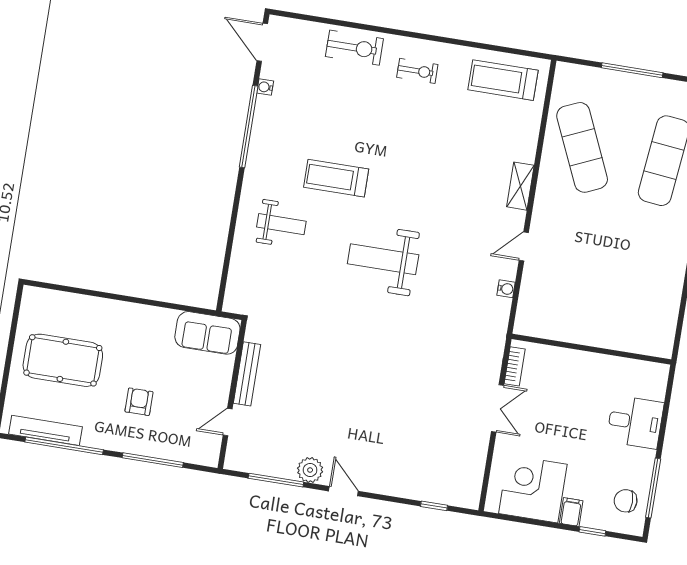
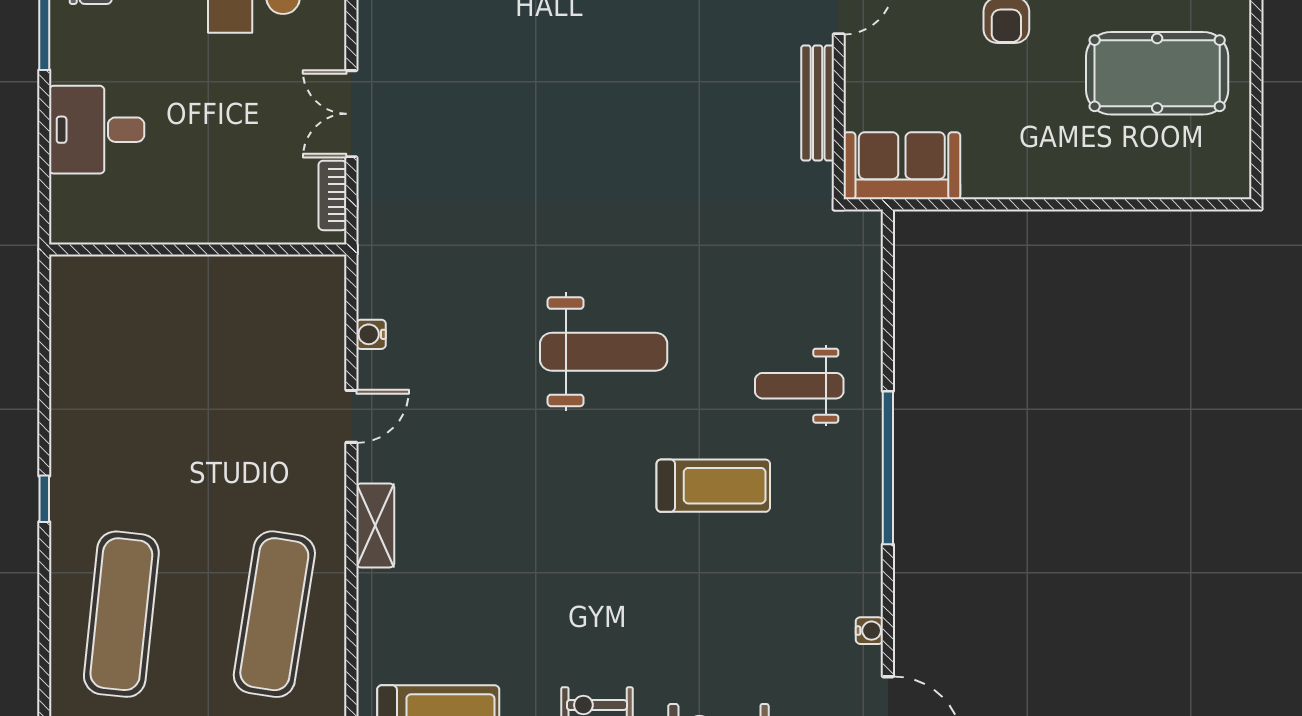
window: (249, 127) -> (888, 468), moved
exercise mat: (582, 147) -> (274, 614), turned 33

